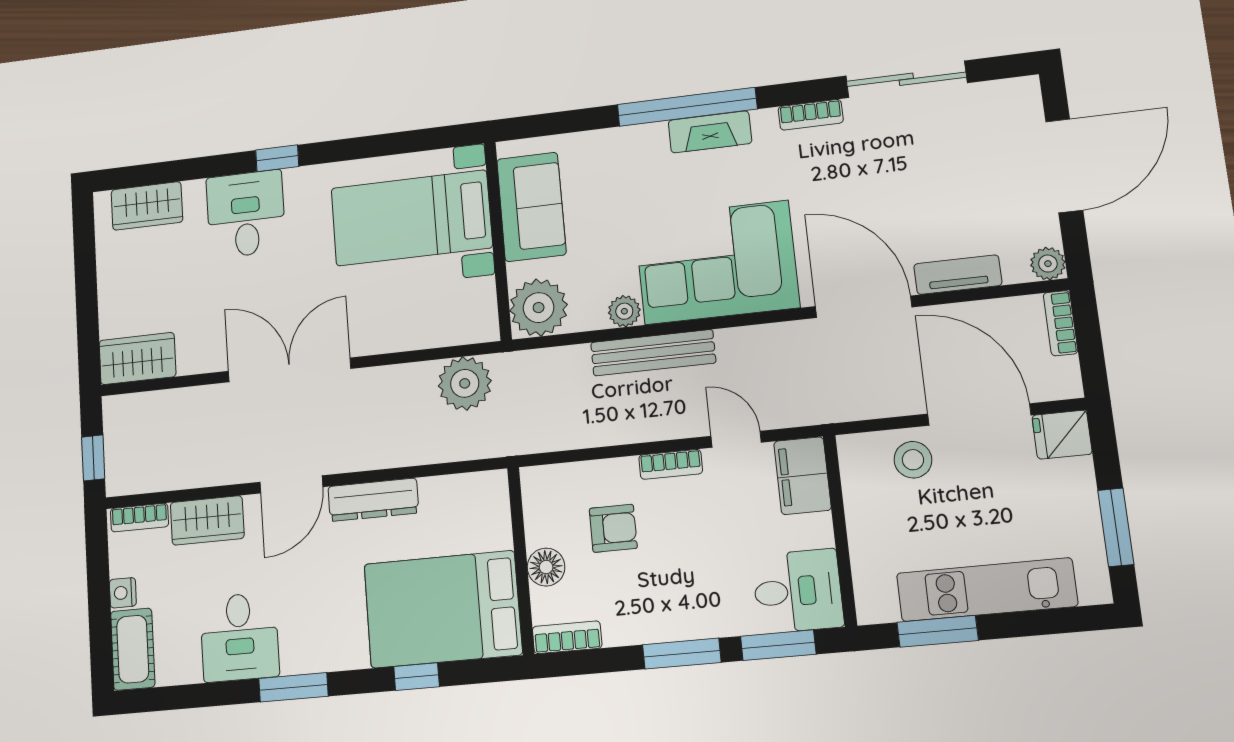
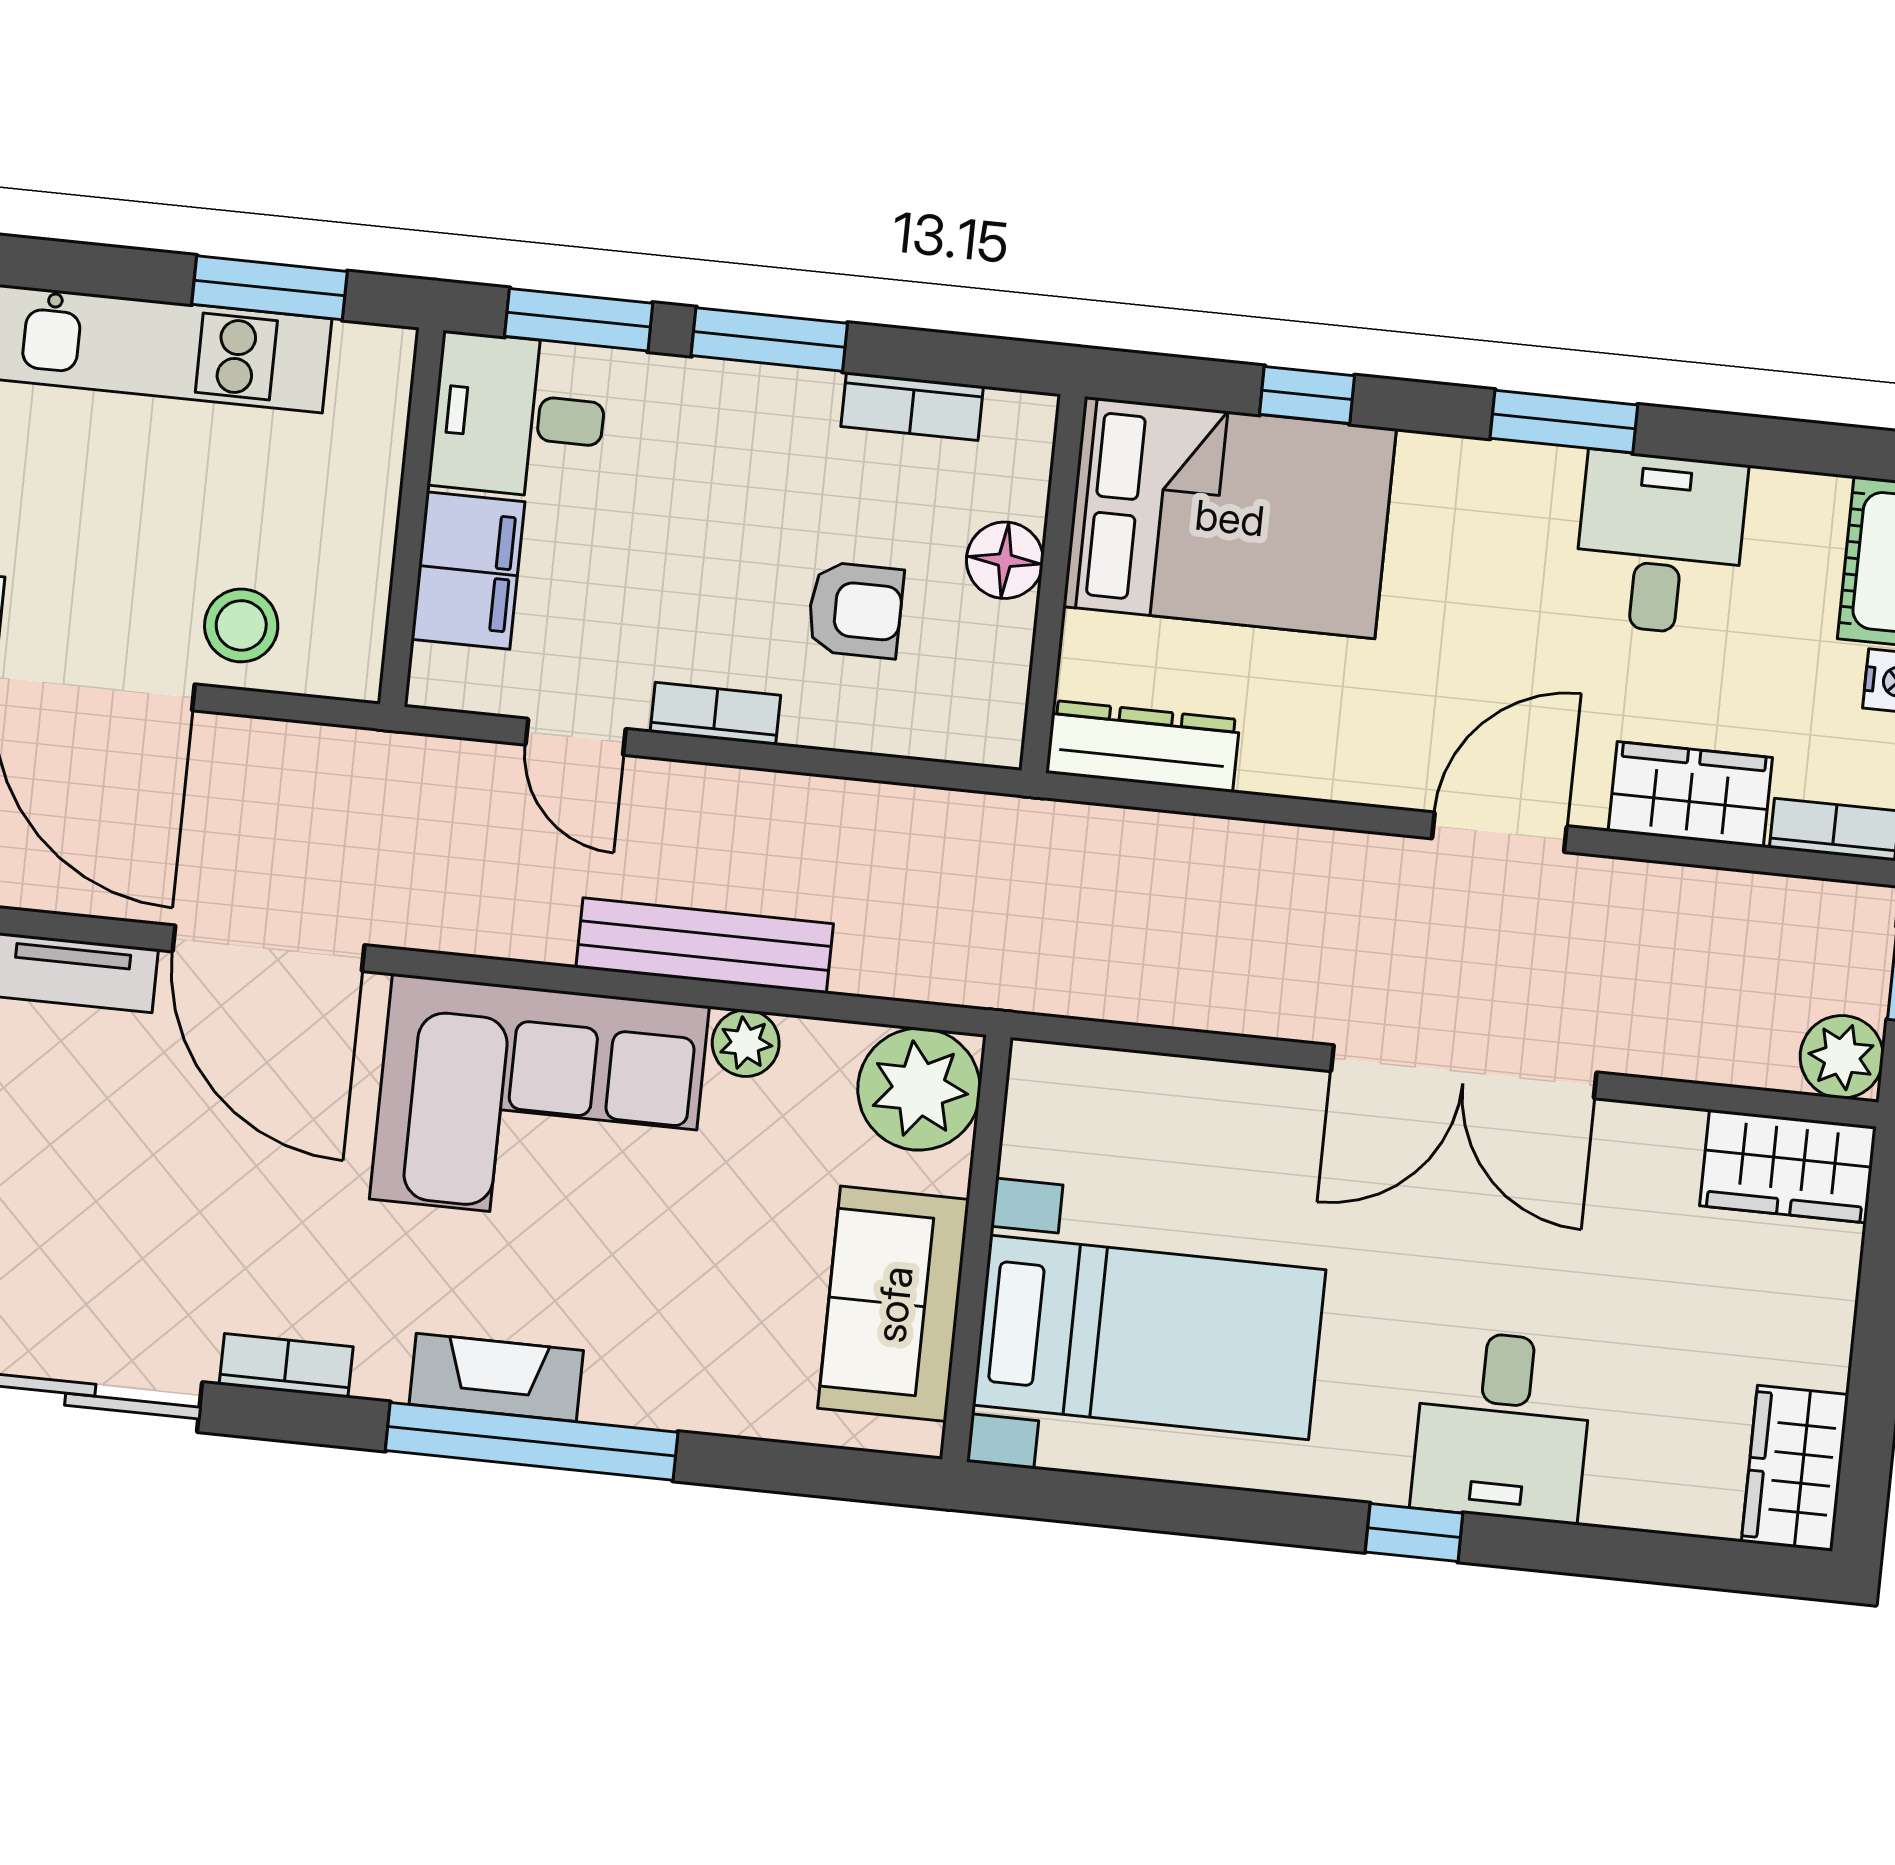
wardrobe: (147, 206) -> (1795, 1468), moved, turned -90
plant: (465, 383) -> (1842, 1057), moved, width x0.73, depth x0.73
filing cabinet: (802, 476) -> (468, 571), moved
dresser: (373, 500) -> (1143, 746), moved
armchair: (613, 528) -> (855, 610), turned 180
bookcase: (567, 637) -> (912, 406), moved

